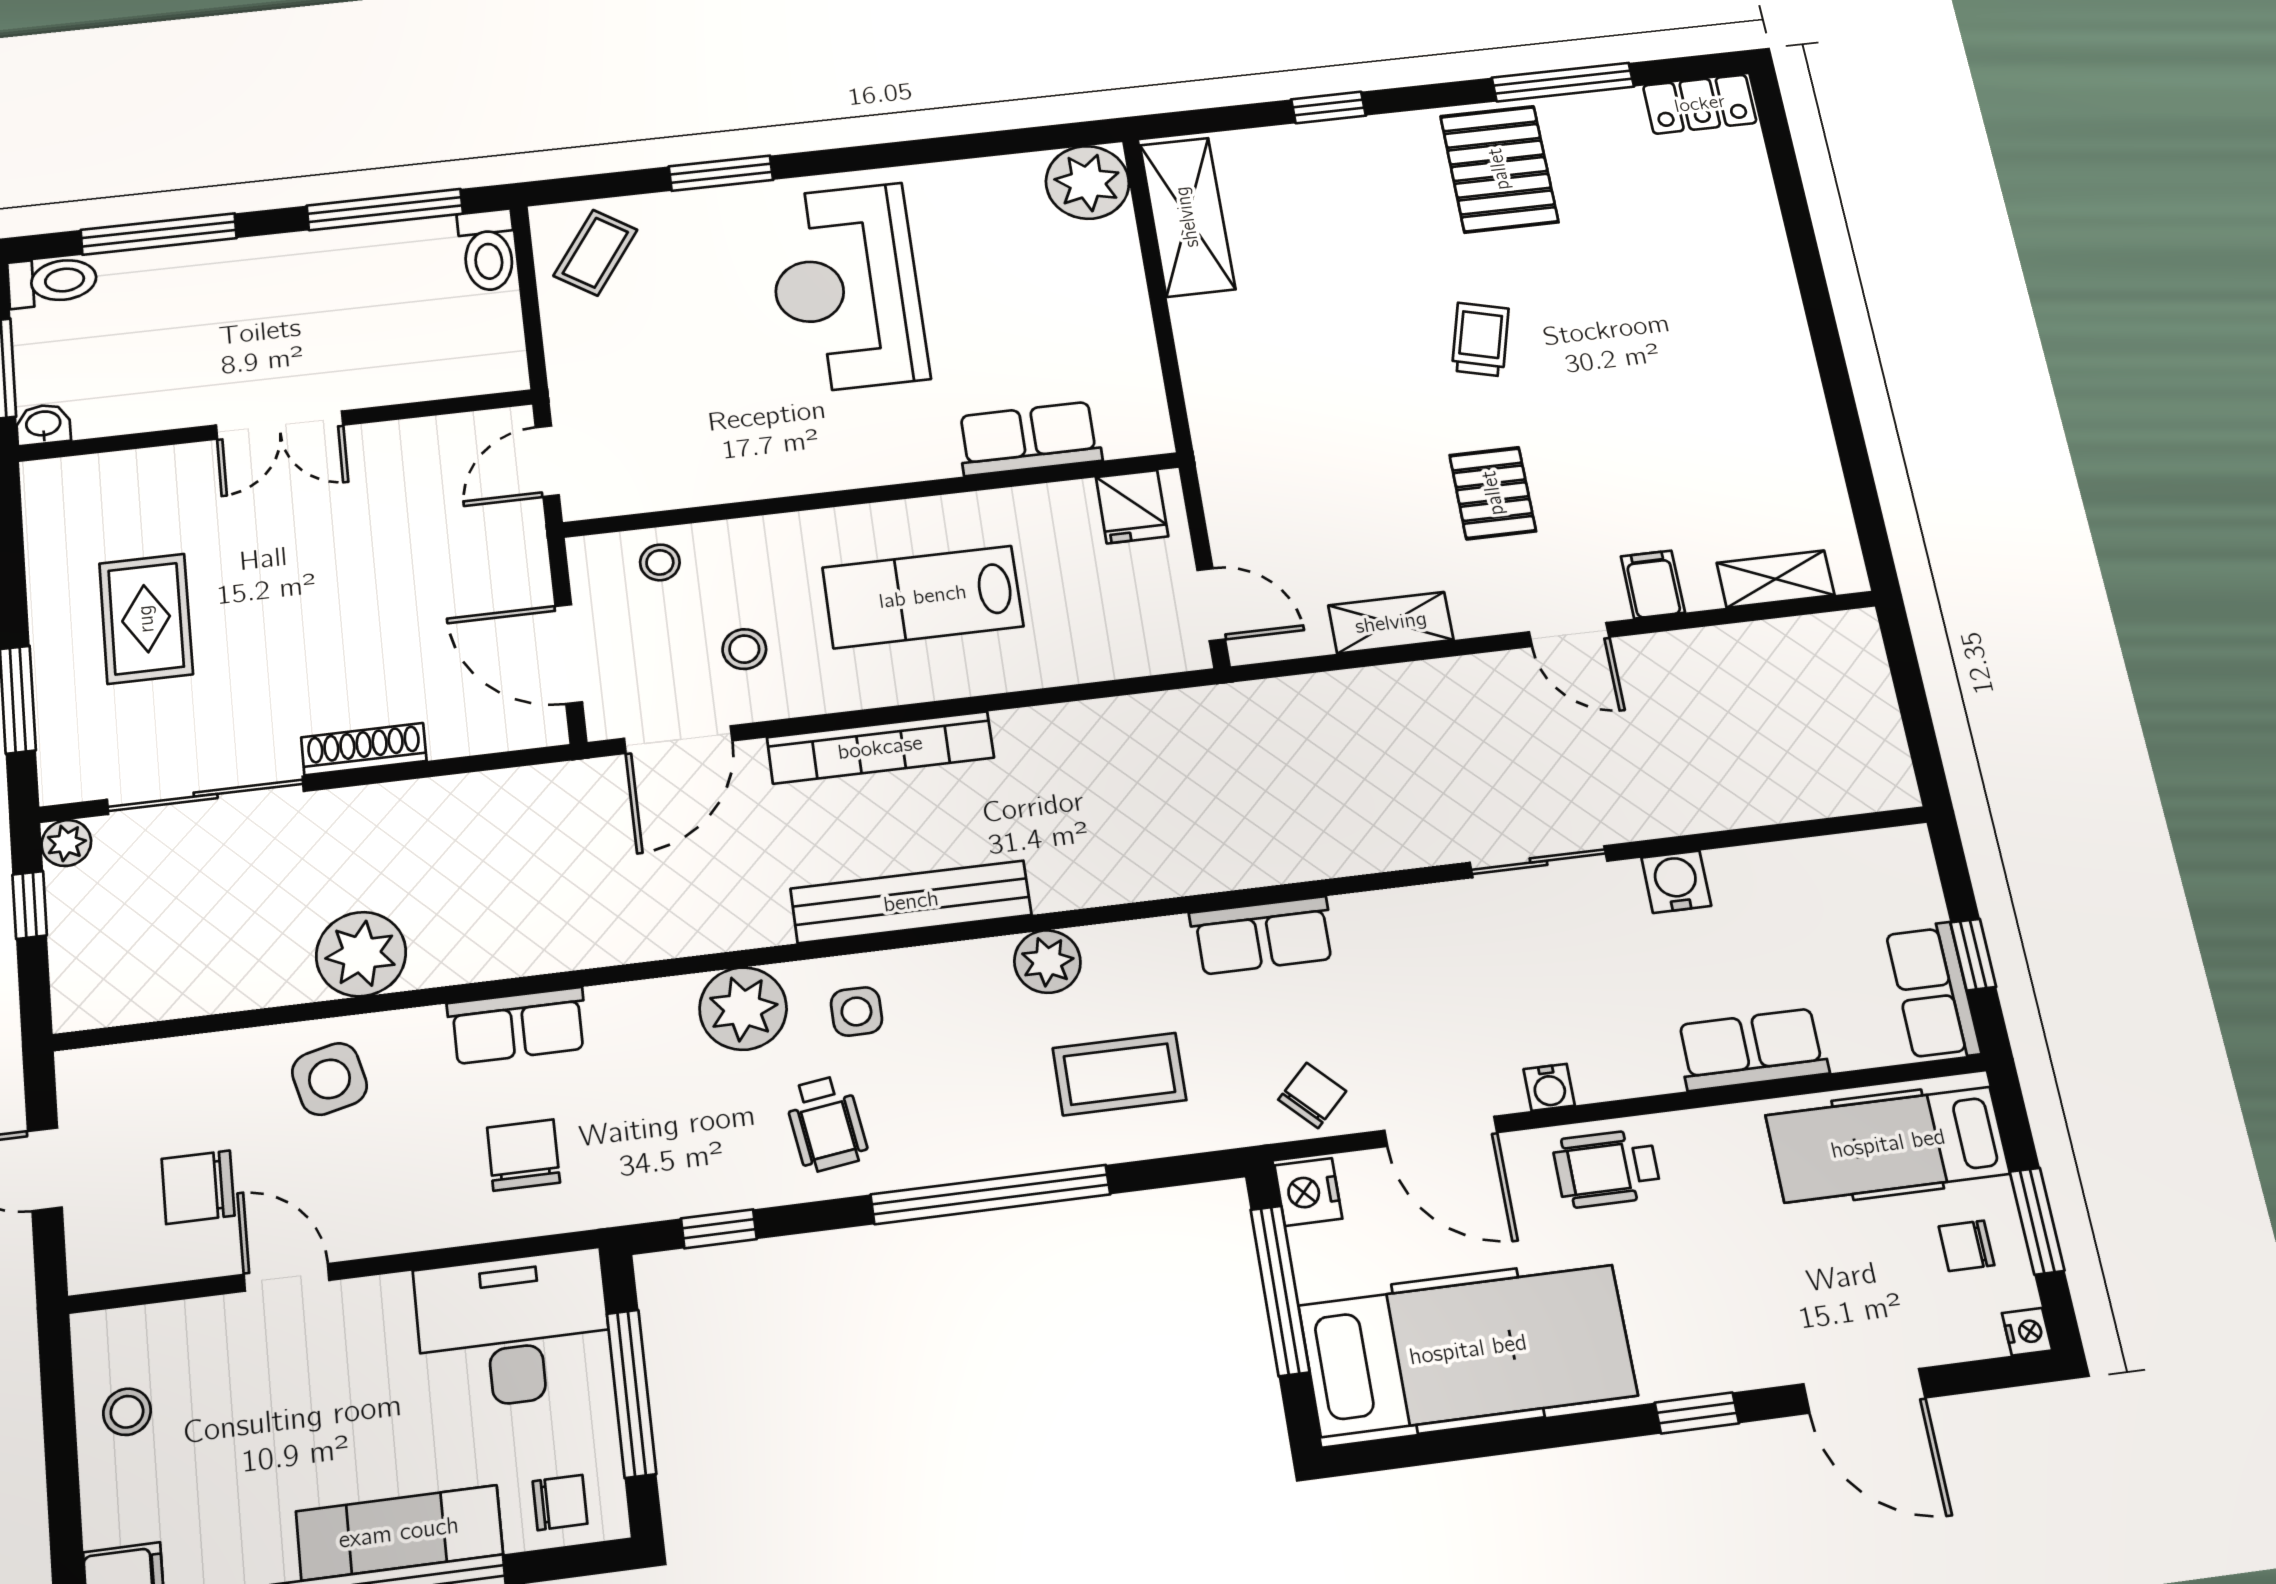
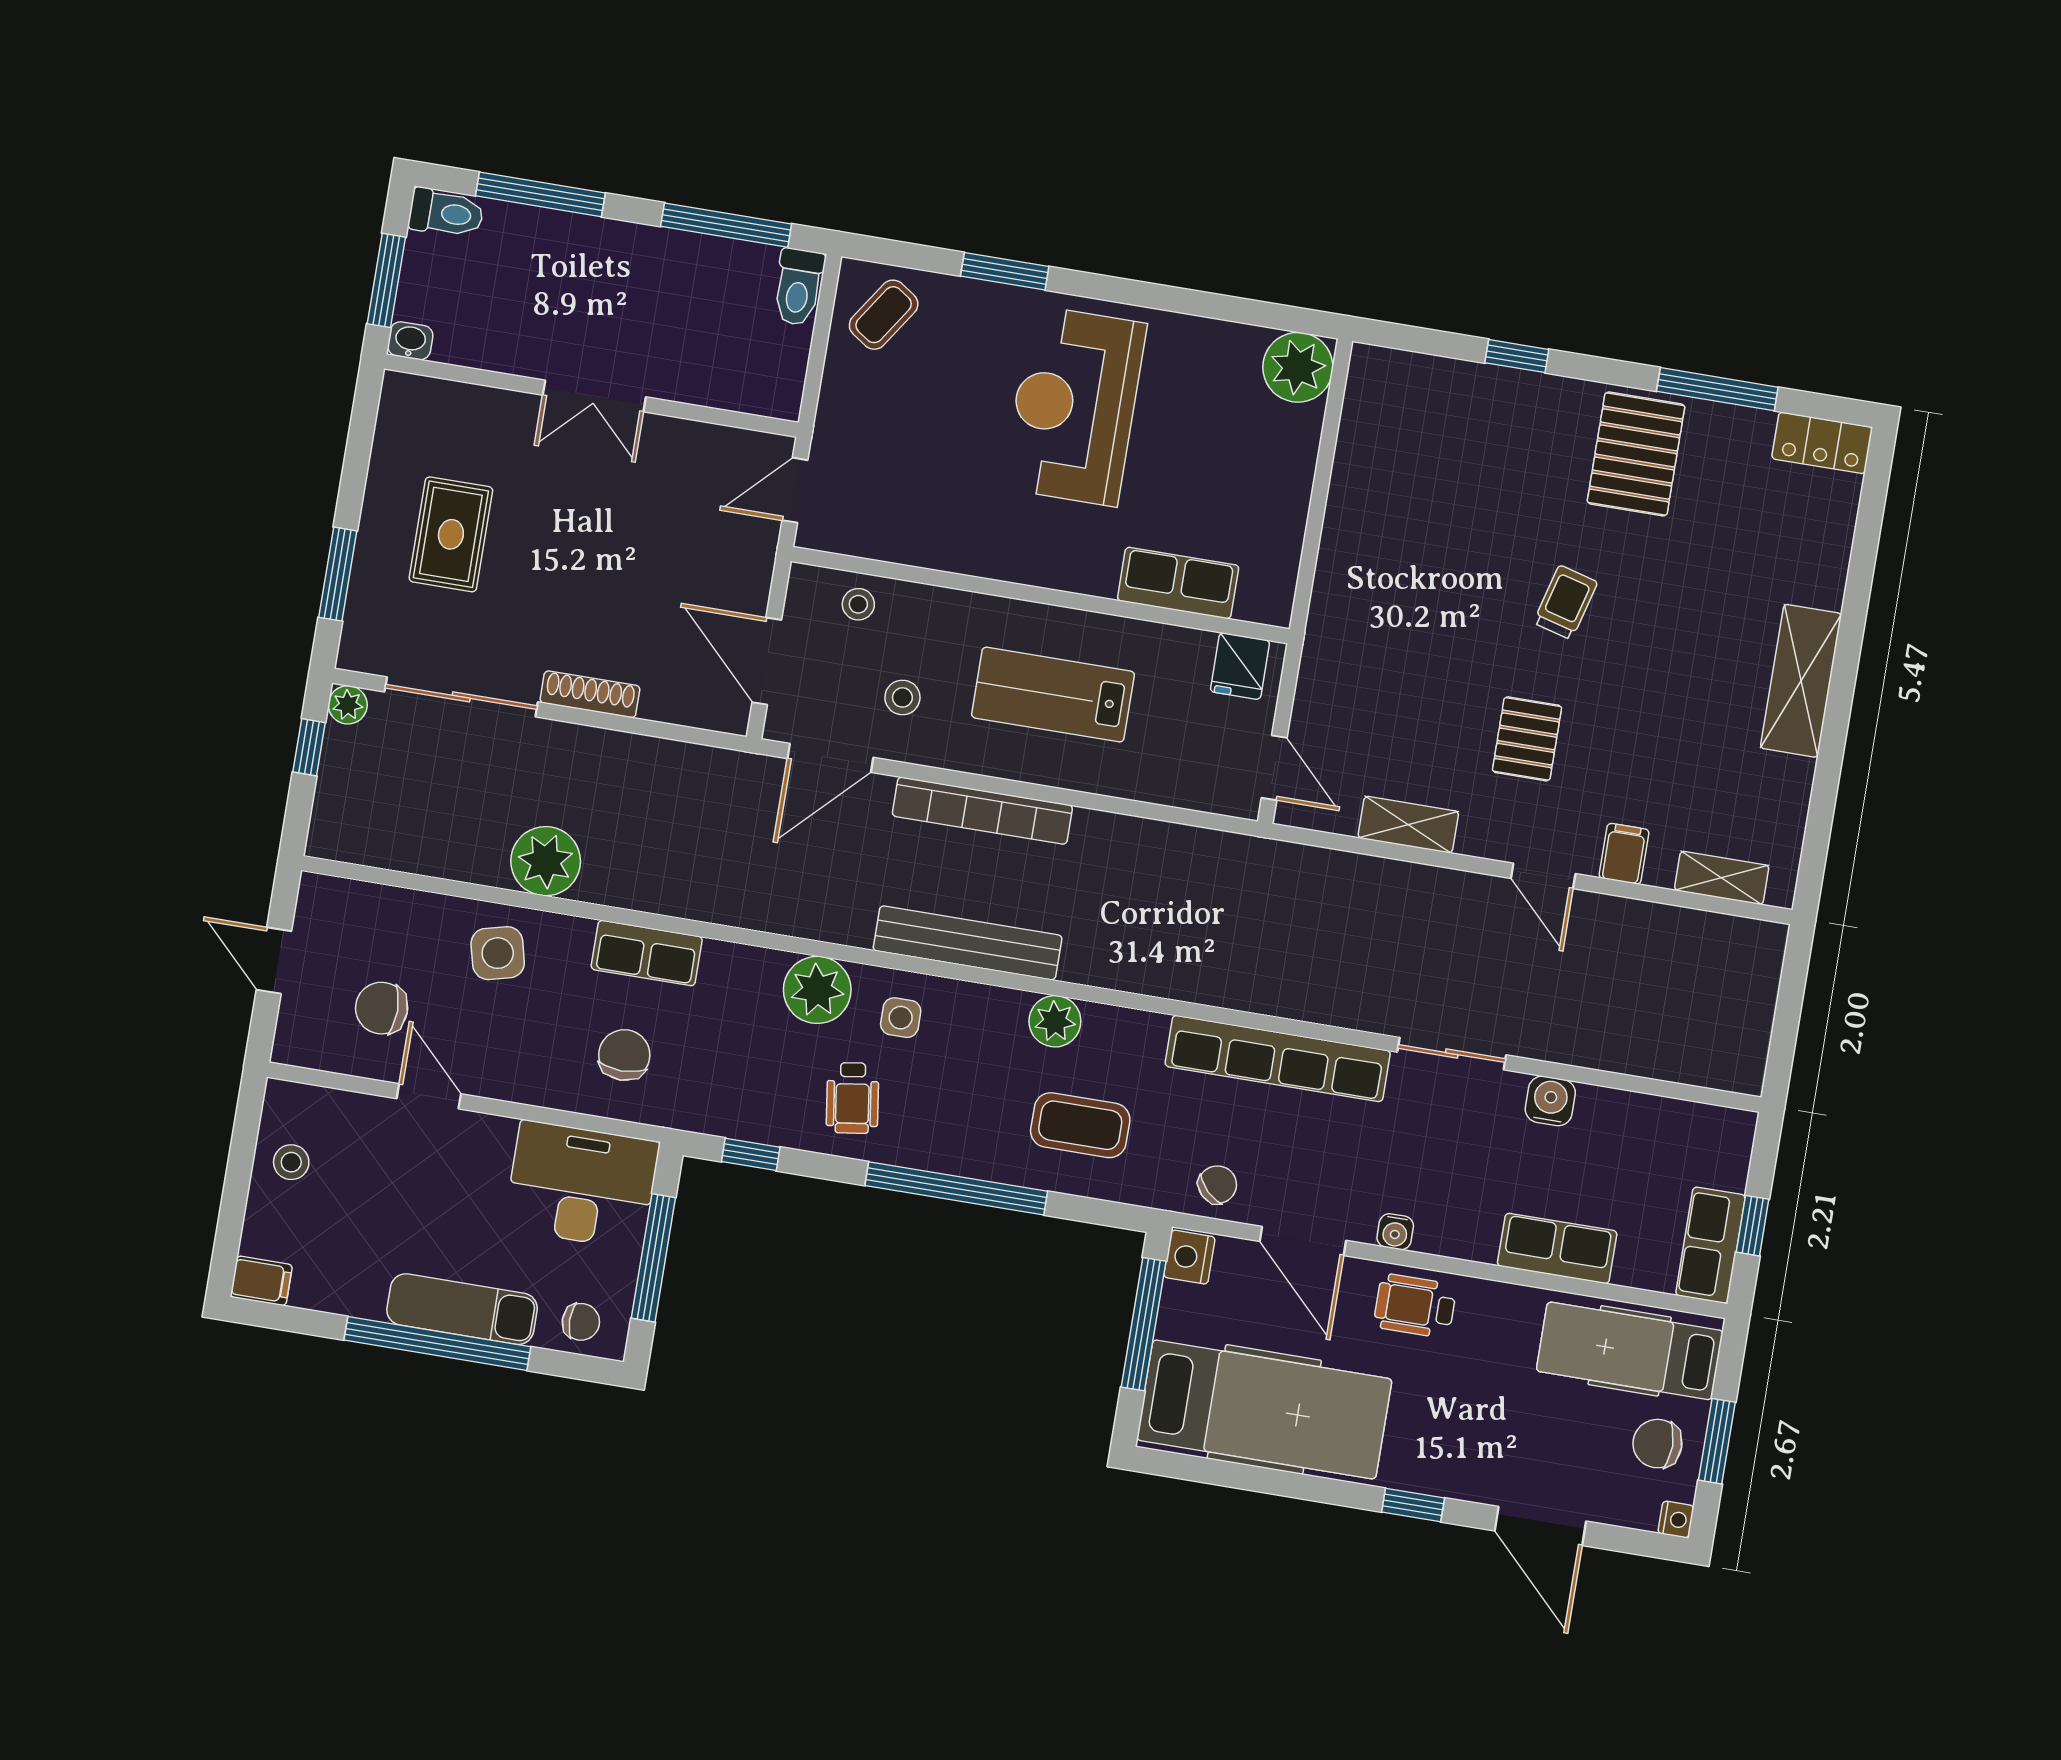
shelving: (1187, 217) -> (1801, 681), moved
row of seats: (1263, 936) -> (1278, 1058), width x2.02
chair: (1966, 1246) -> (1657, 1444), width x1.37, depth x1.37

